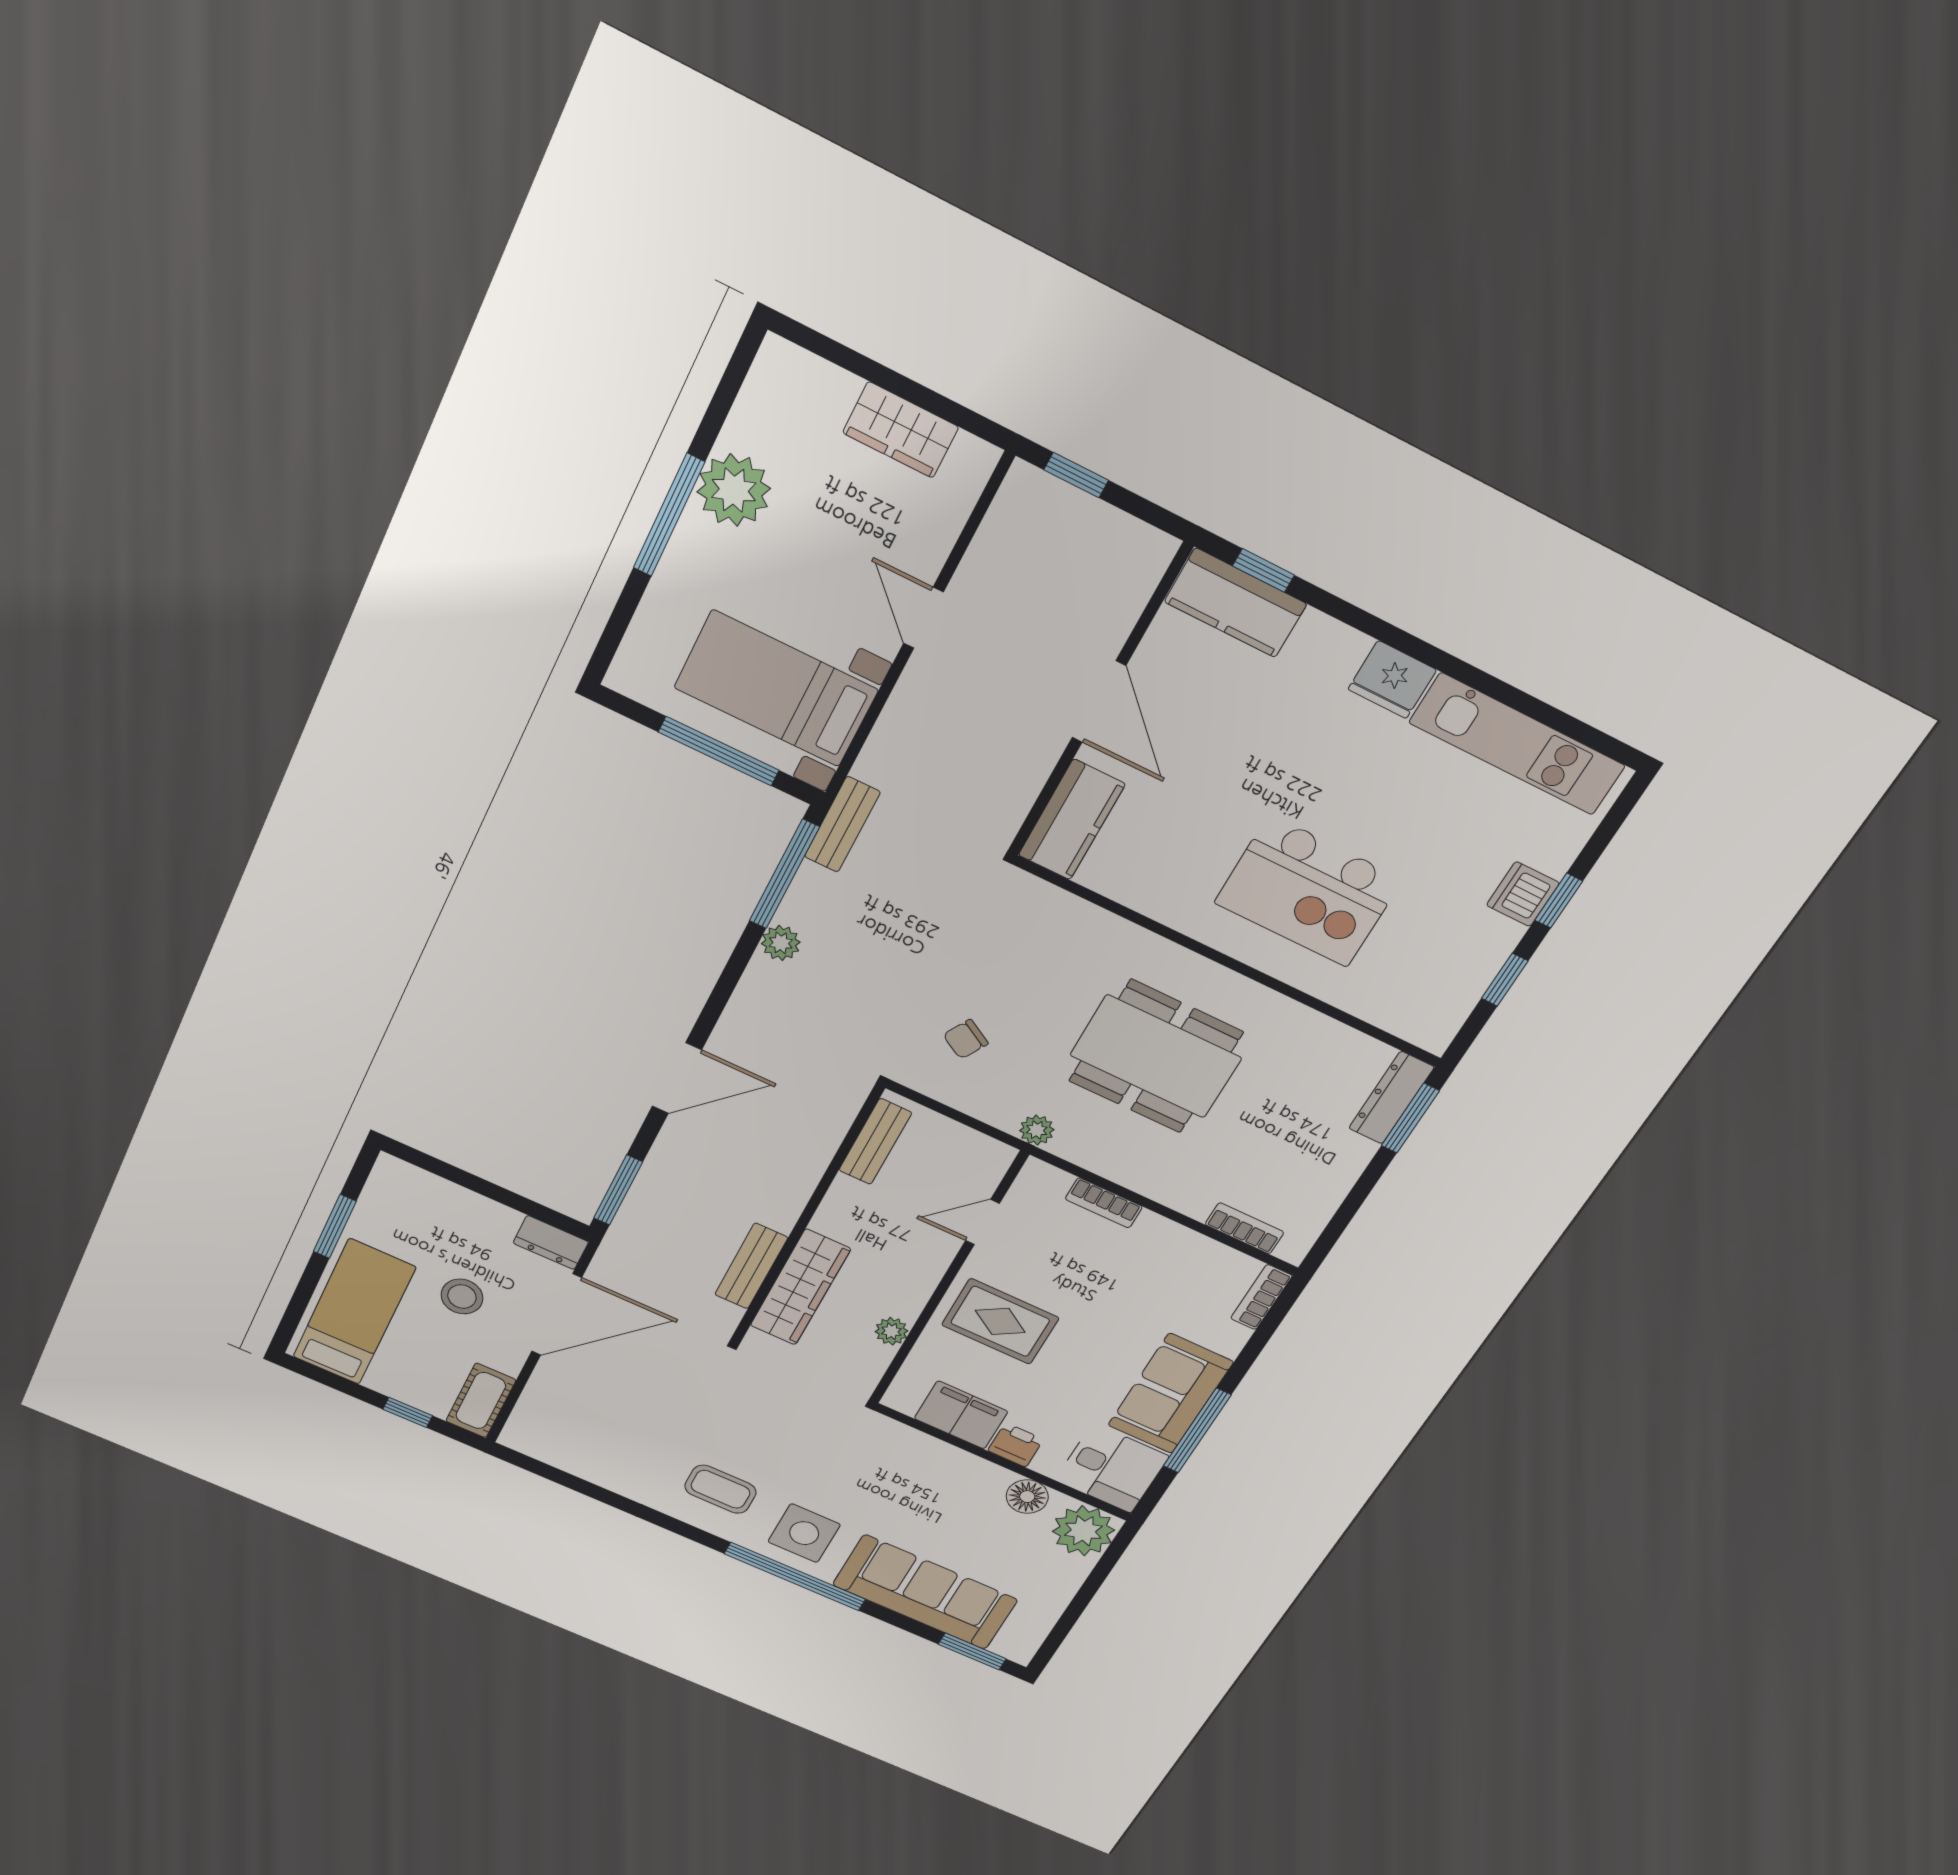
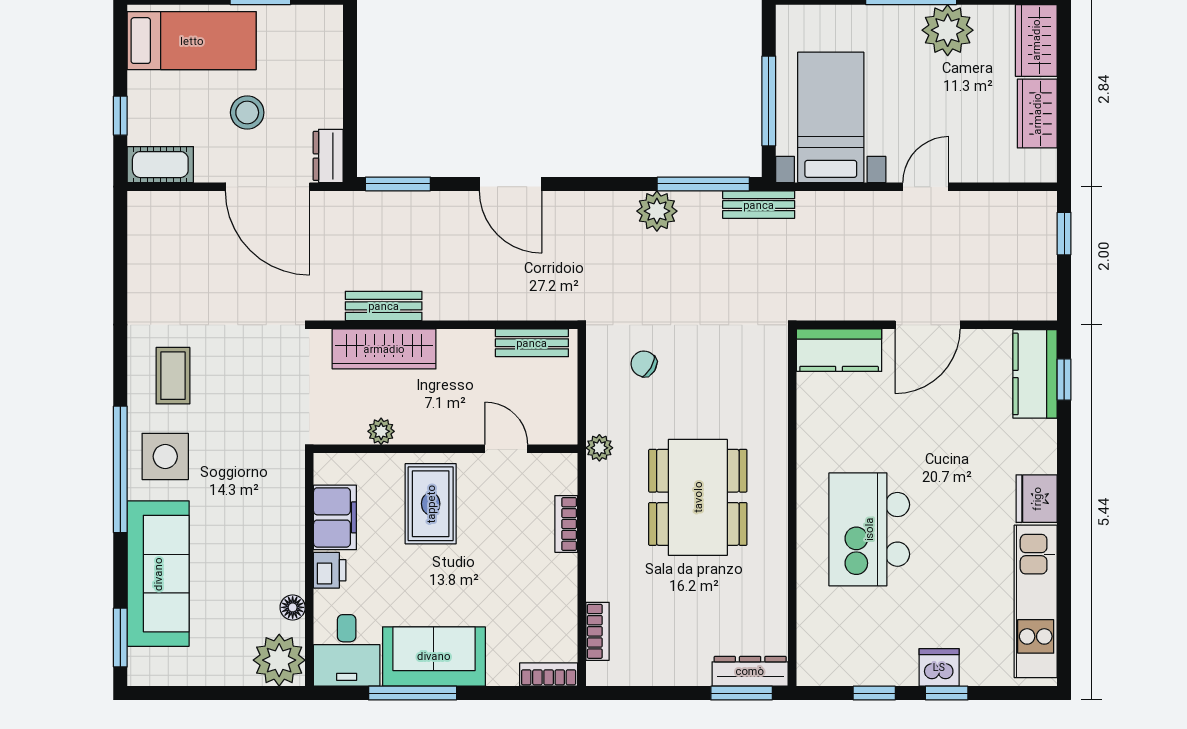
wardrobe: (803, 382) -> (1036, 40), added
plant: (781, 943) -> (657, 211), width x1.38, depth x1.38
floor lamp: (1027, 1497) -> (293, 607), width x0.73, depth x0.73

